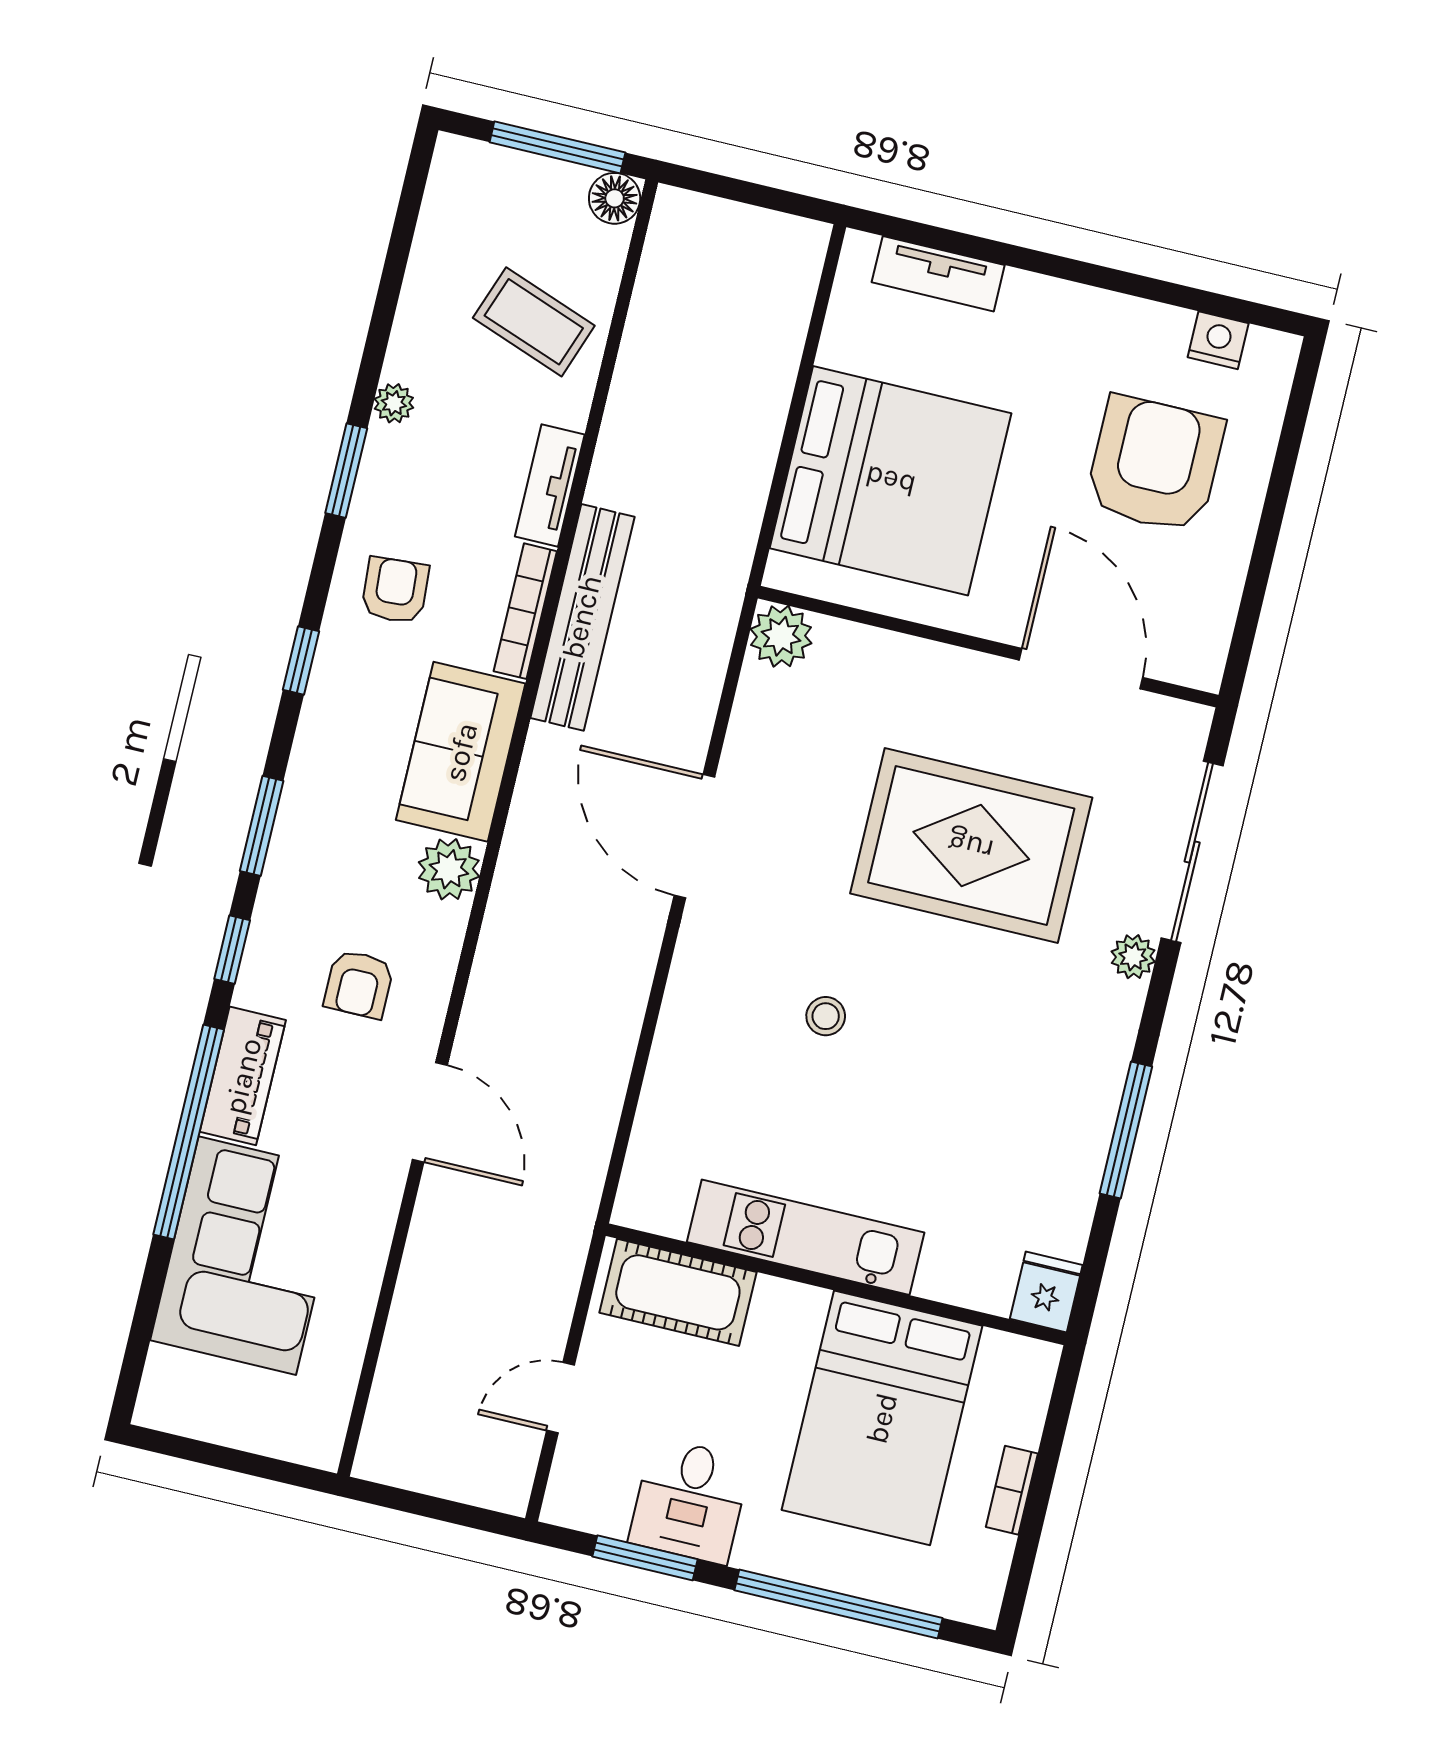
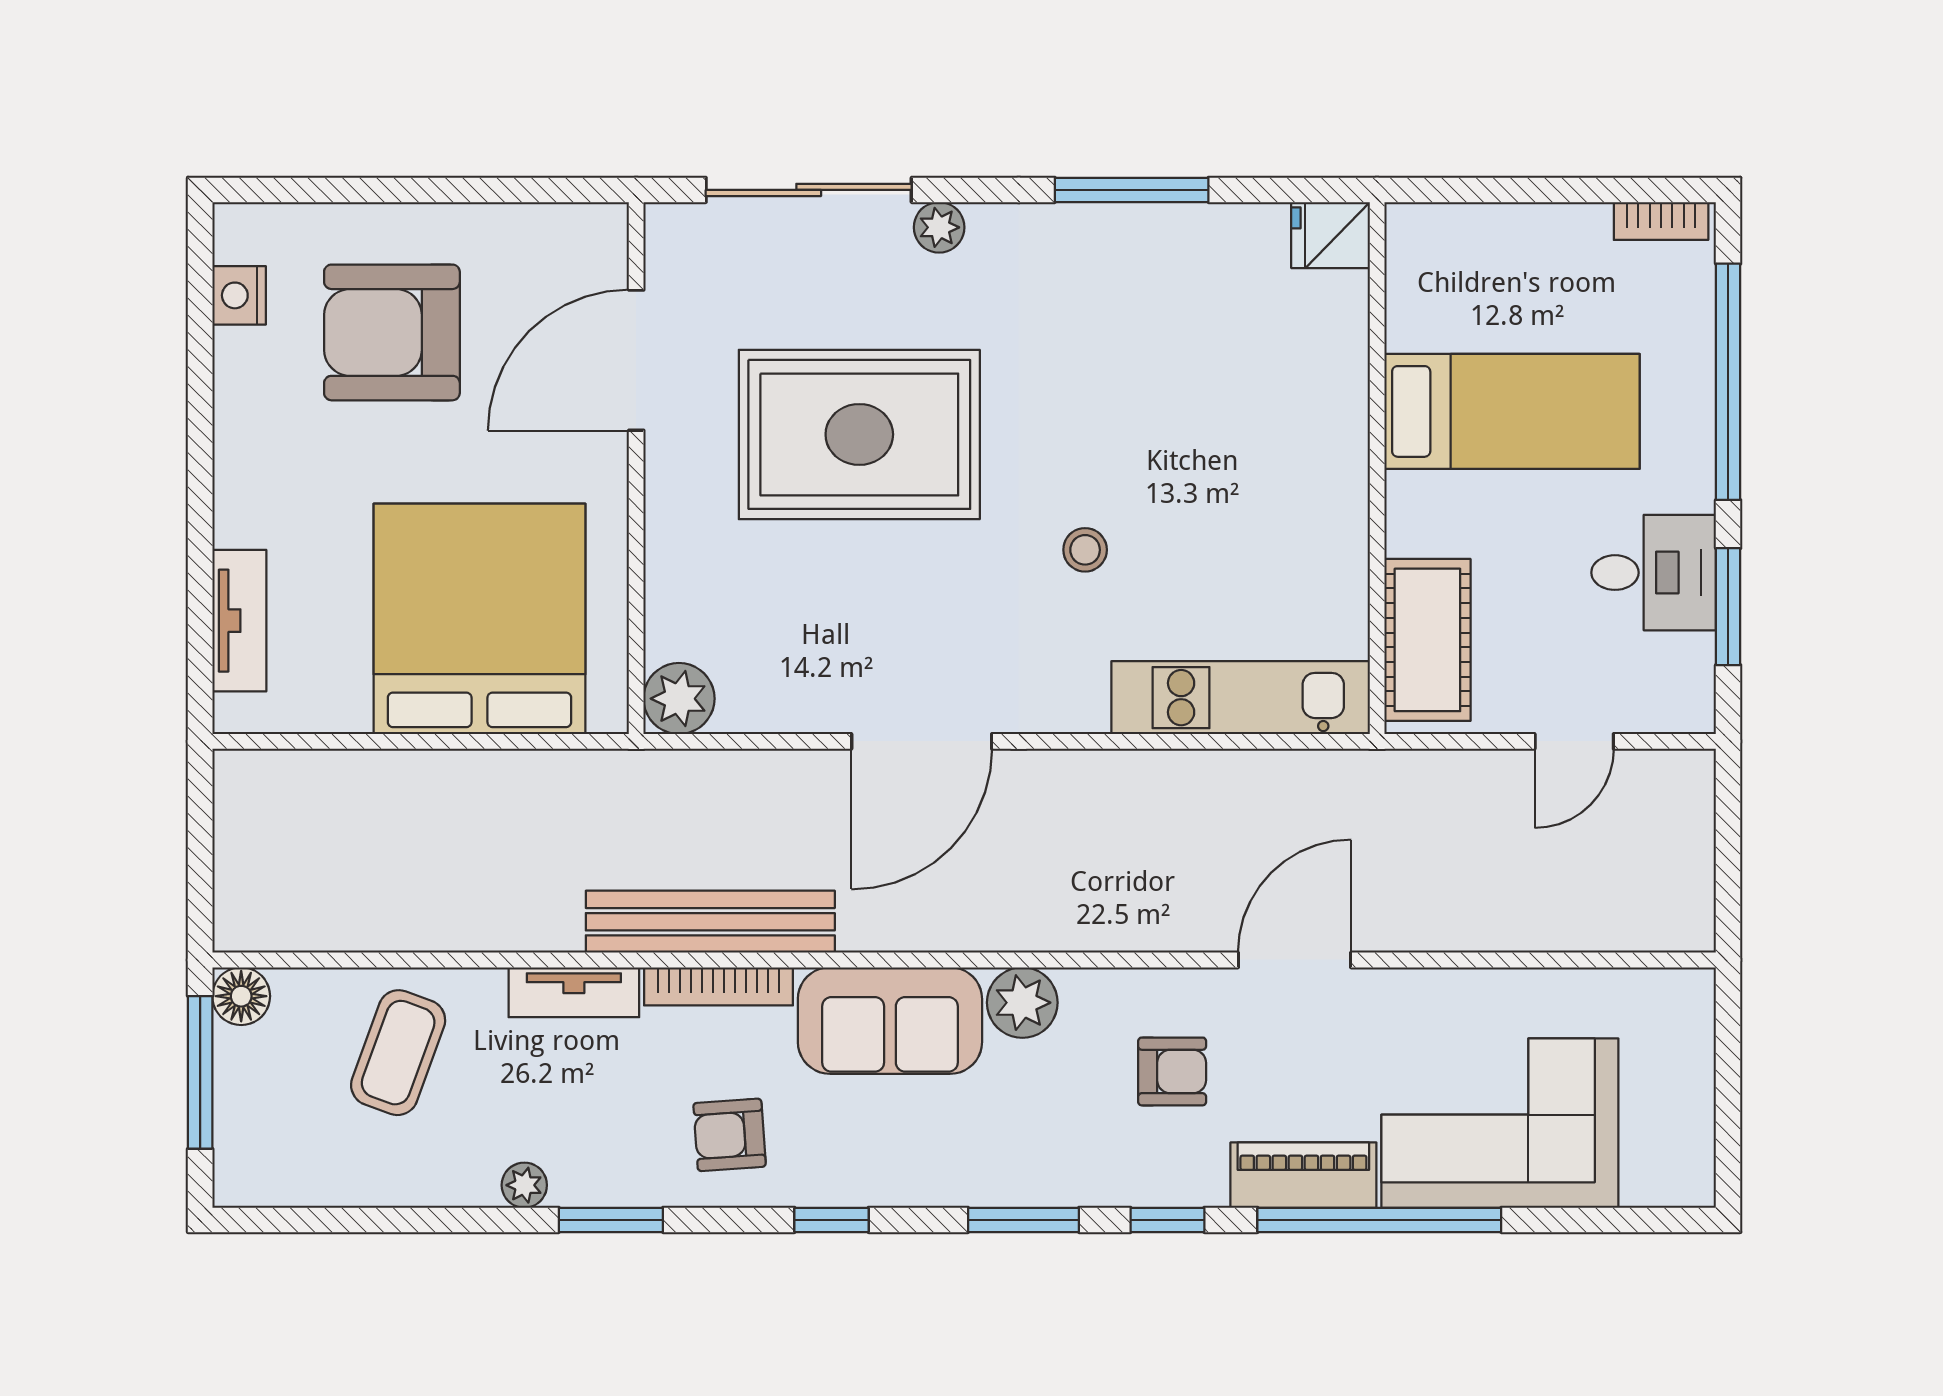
rug: (971, 846) -> (859, 434), turned 90
kitchen unit: (806, 1237) -> (1241, 698), moved, turned 90
door: (561, 1398) -> (1574, 741), hinge flipped
bed: (882, 1418) -> (1512, 411), width x0.67
bookcase: (1012, 1490) -> (1661, 221), moved

